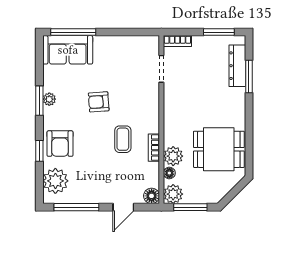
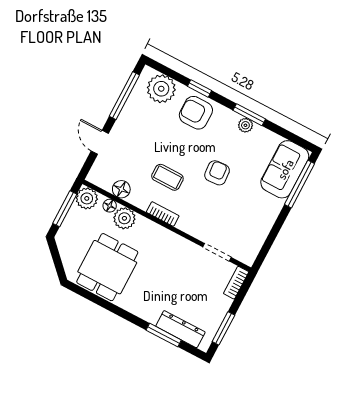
bookcase: (154, 148) -> (163, 214), moved
floor lamp: (152, 196) -> (121, 189), moved

